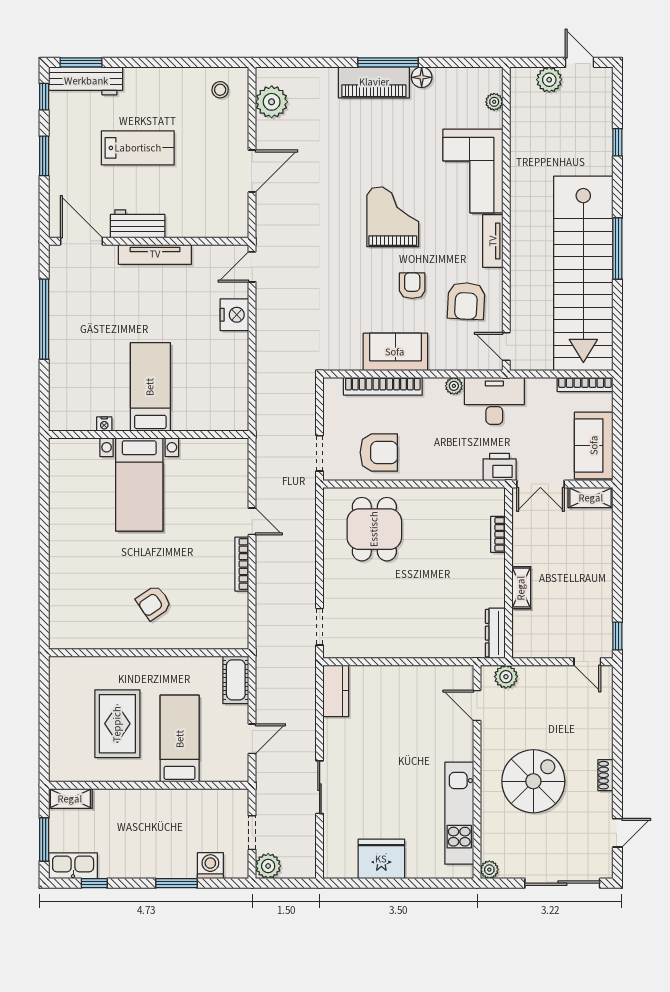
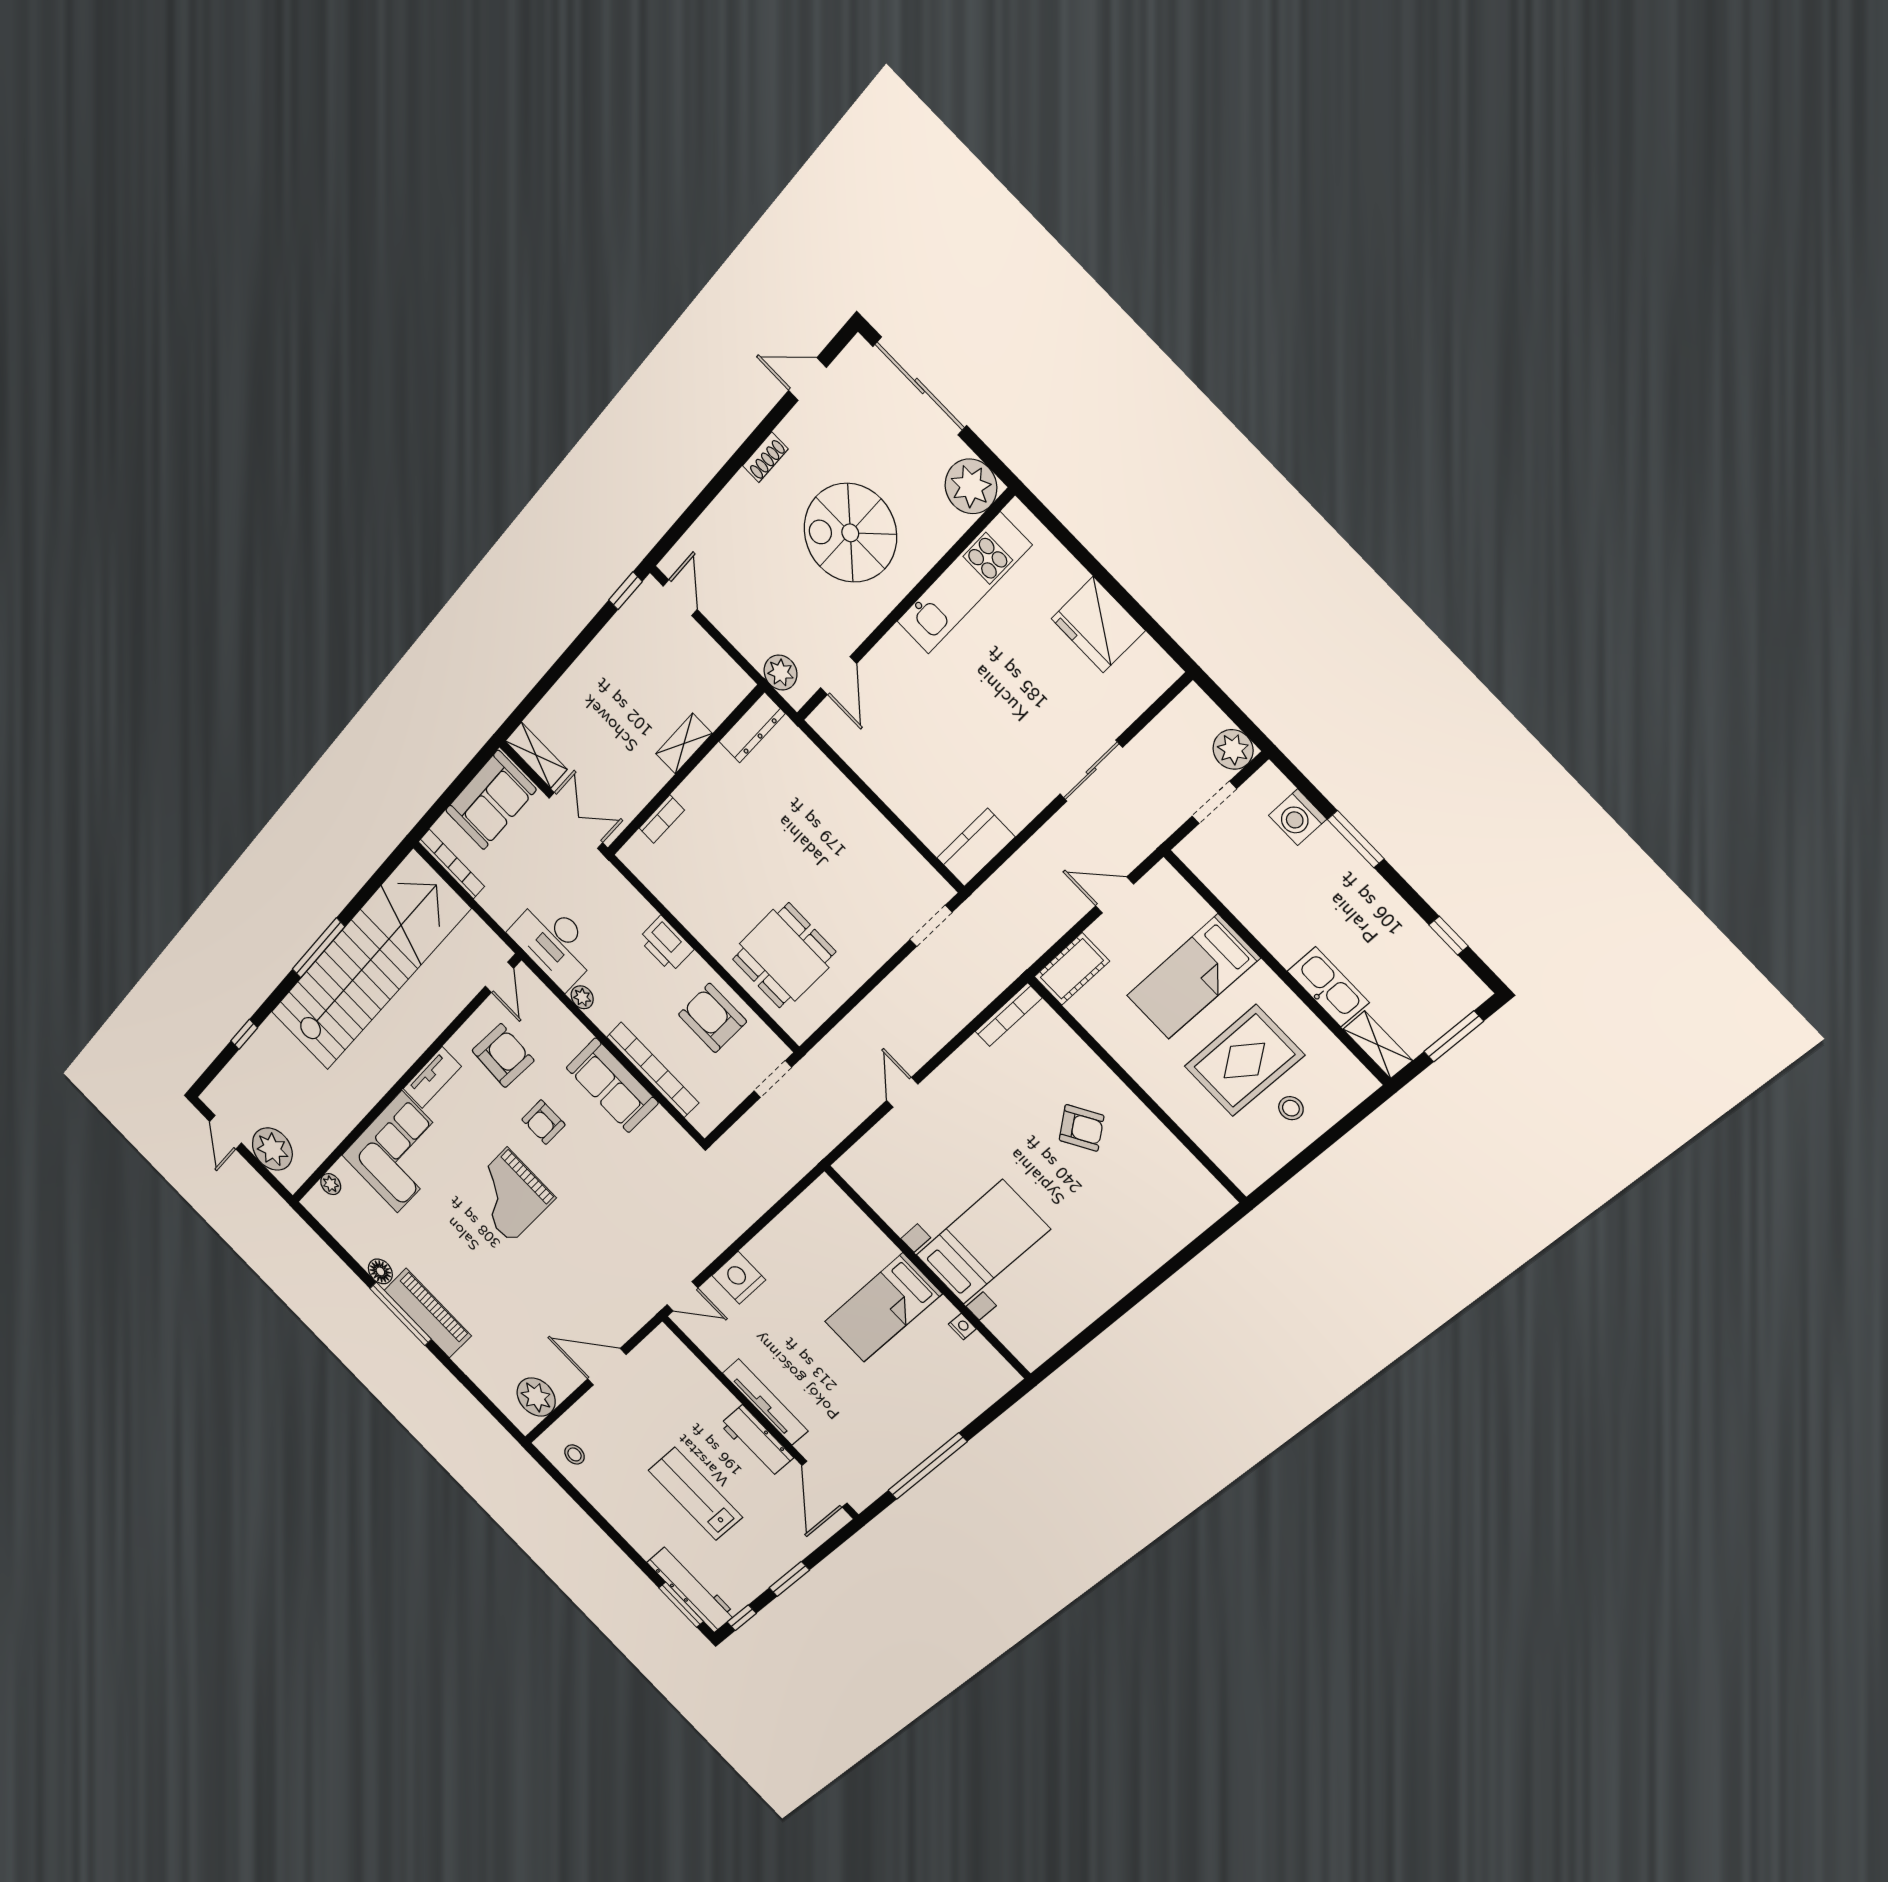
plant: (549, 80) -> (272, 1149), width x1.36, depth x1.36
printer: (500, 467) -> (666, 944), moved
bookcase: (242, 564) -> (1008, 1015), moved
stool: (75, 724) -> (1291, 1108), added
kitchen sink: (73, 866) -> (1328, 987), moved, turned 180
plant: (489, 870) -> (971, 486), width x1.87, depth x1.87

